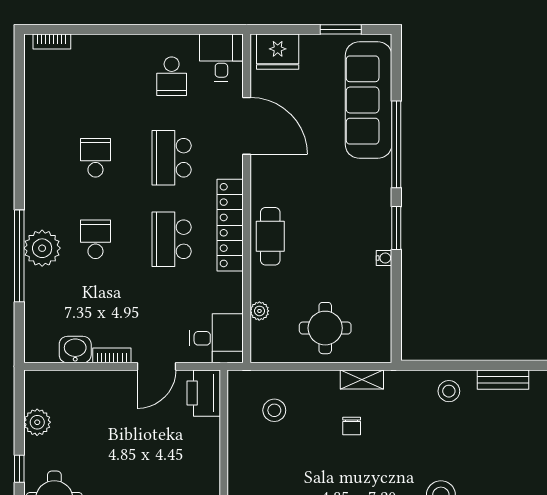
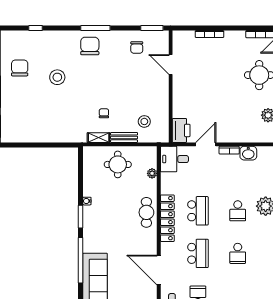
bench: (503, 380) -> (124, 137), moved
stool: (449, 391) -> (53, 131), removed

